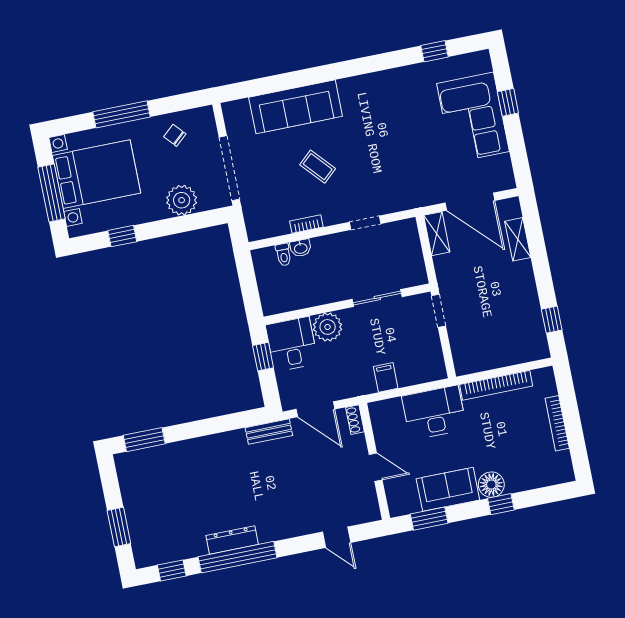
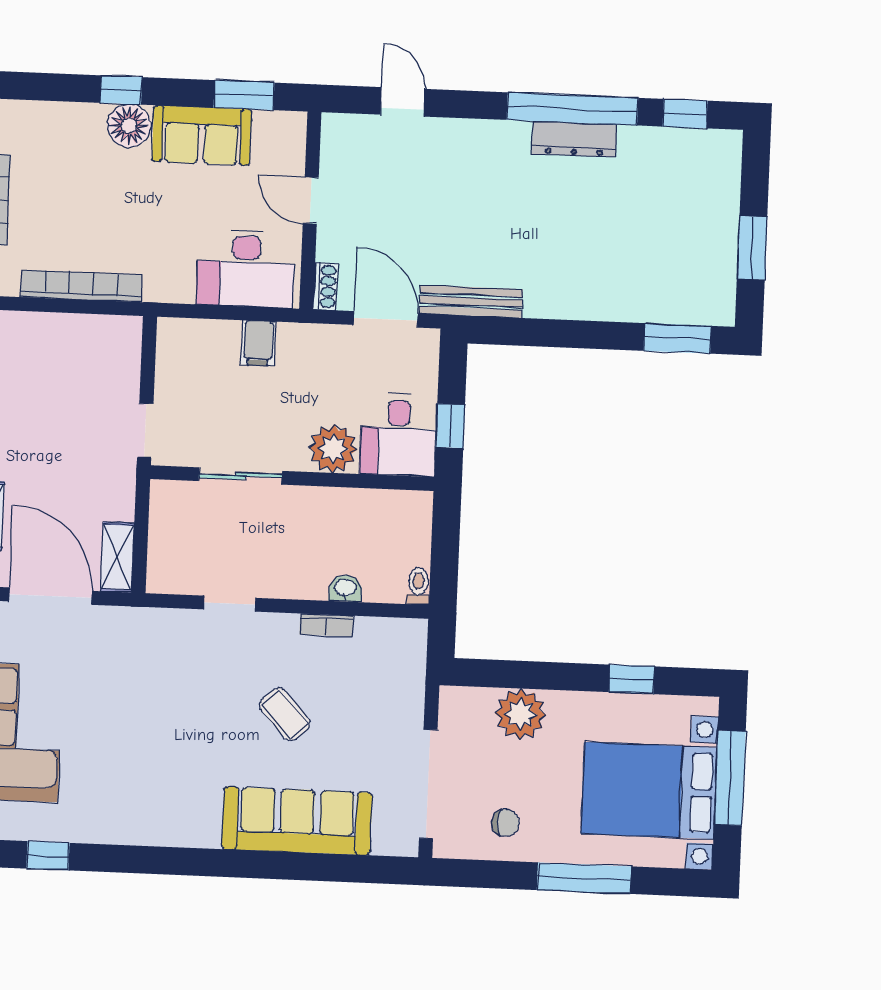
chair: (175, 135) -> (506, 823), turned -48
doorway: (229, 168) -> (428, 784), moved
toilet: (283, 255) -> (418, 586), moved
desk: (434, 413) -> (246, 268), moved
bench: (269, 432) -> (471, 301), width x1.36
window: (119, 527) -> (752, 248), moved

